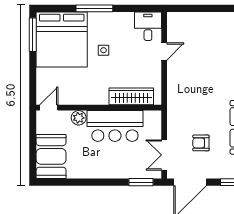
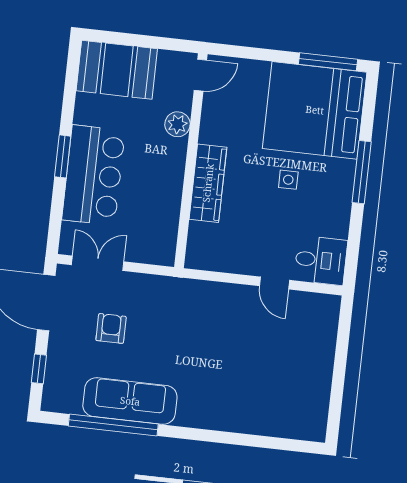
wardrobe: (131, 96) -> (208, 183), moved
door: (49, 108) -> (200, 75), hinge flipped
bar counter: (115, 126) -> (93, 175), moved, turned 180
window: (141, 182) -> (63, 156), moved

